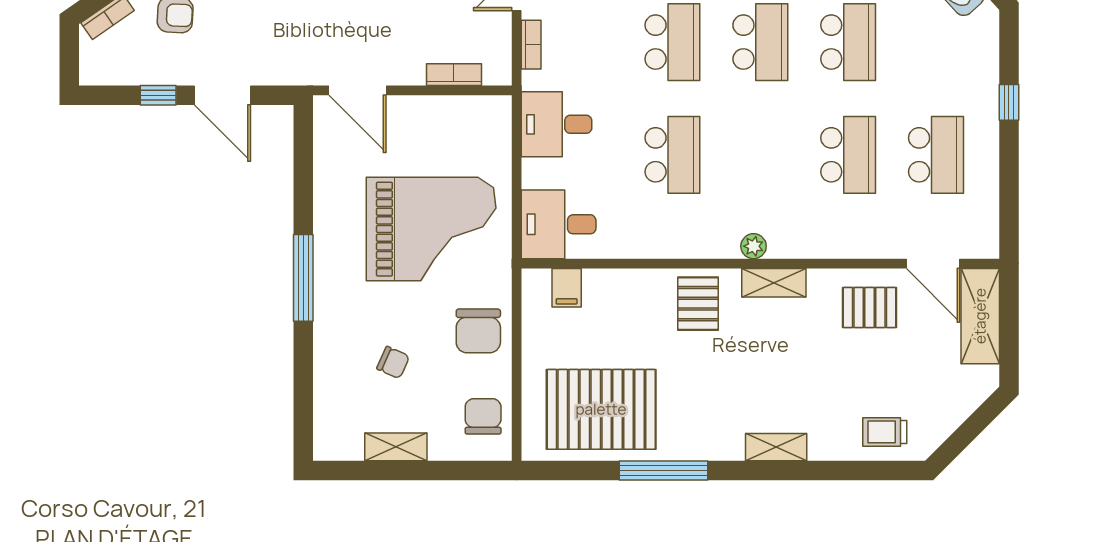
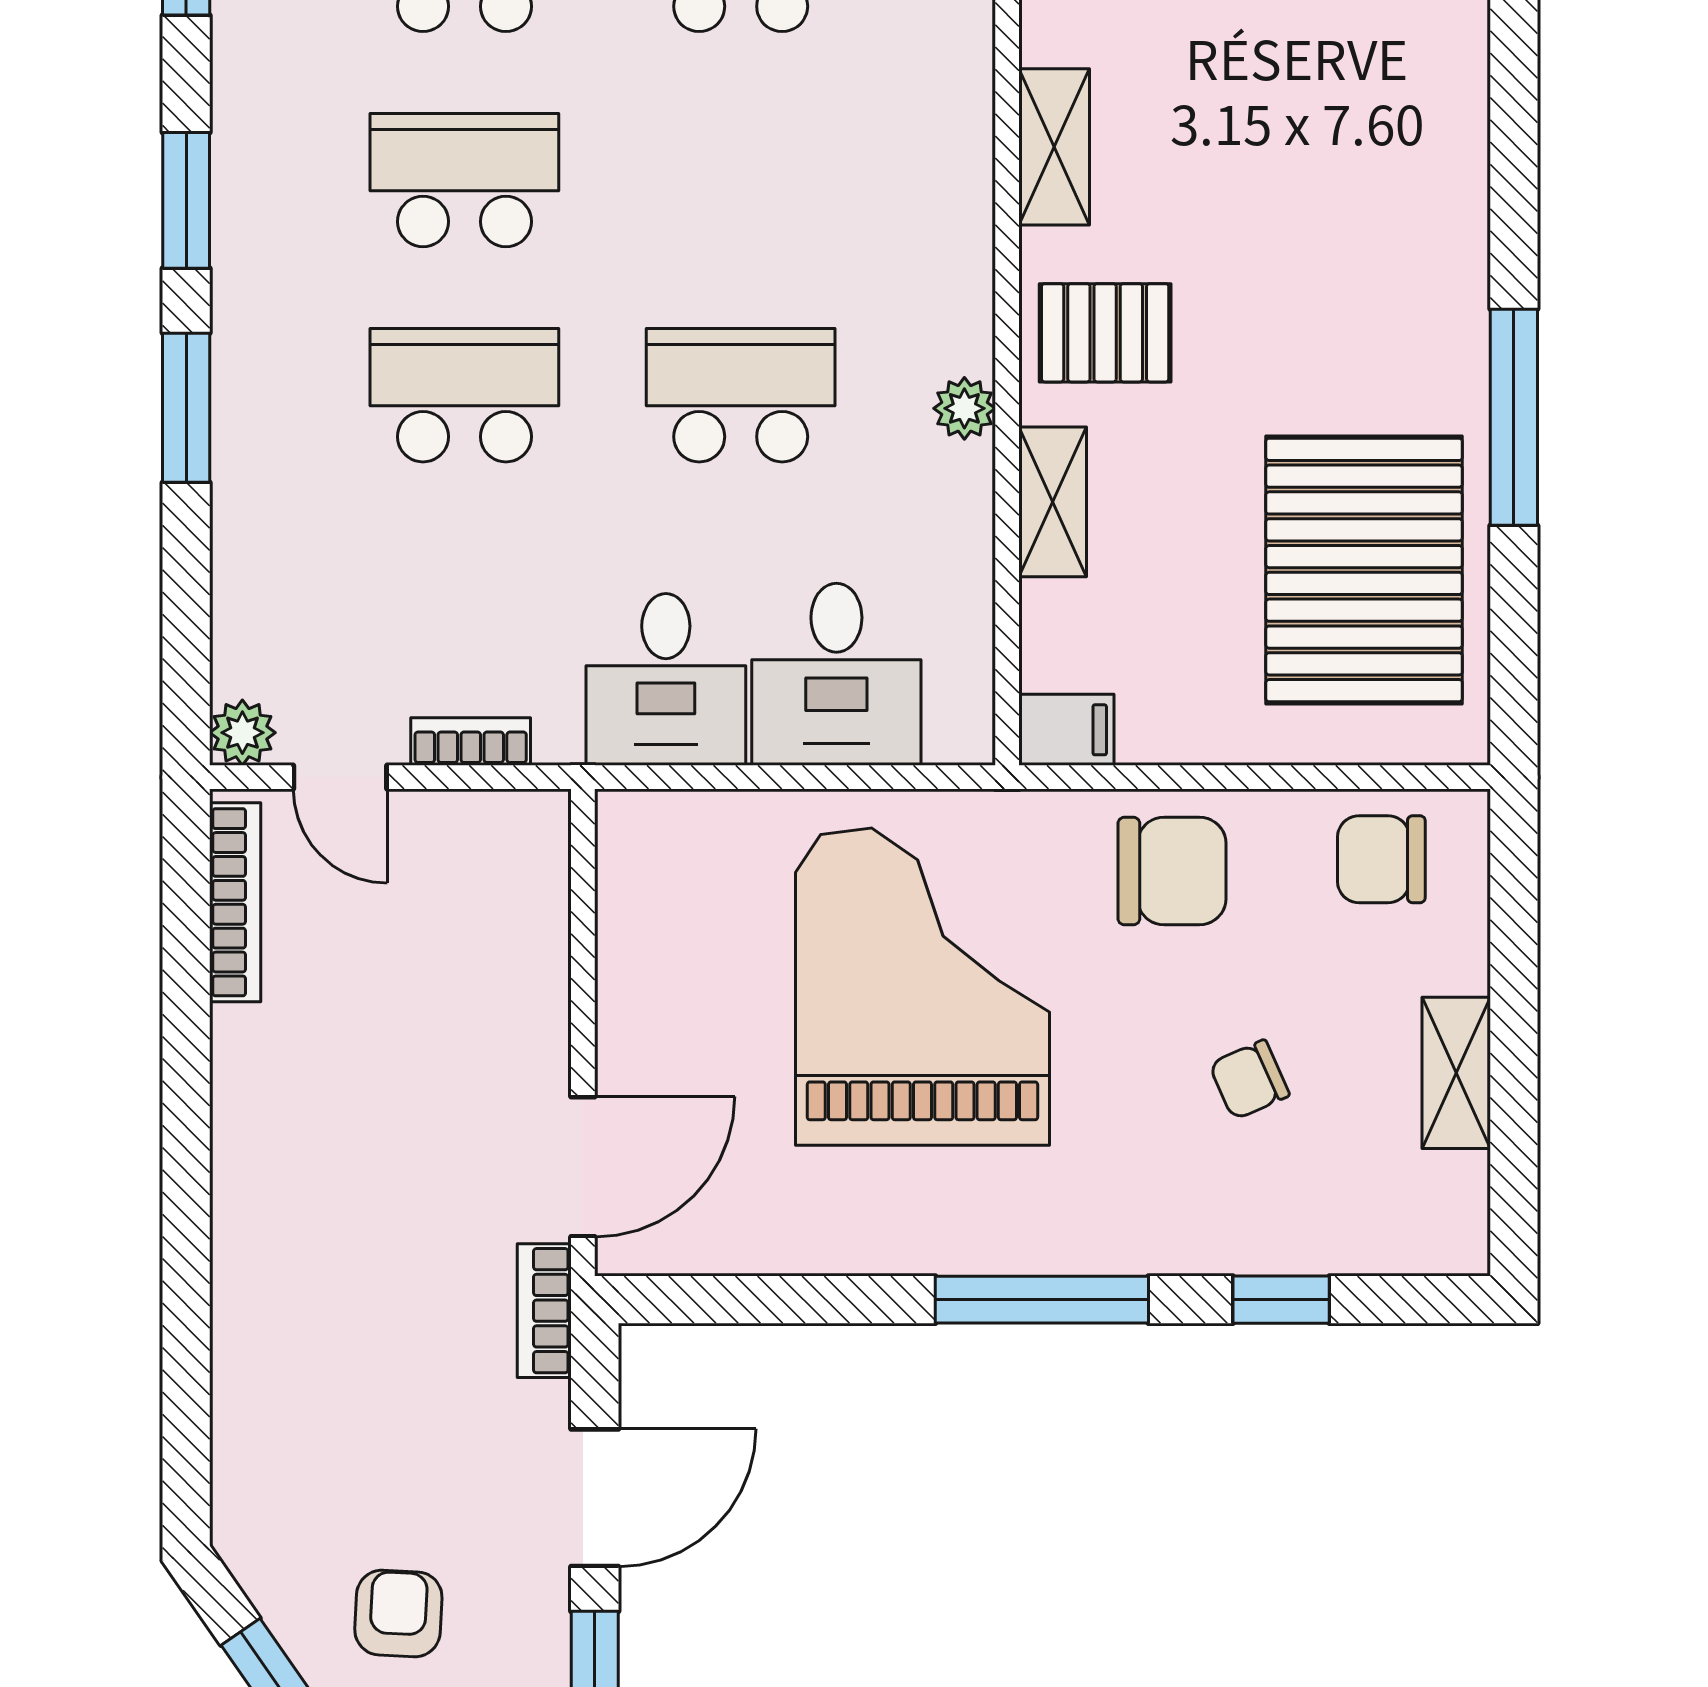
bookcase: (454, 75) -> (544, 1311), moved
desk: (559, 224) -> (836, 674), moved
plant: (754, 246) -> (964, 408), moved
filing cabinet: (567, 288) -> (1066, 730), moved
chair: (393, 362) -> (1249, 1080), turned -138
window: (303, 375) -> (1281, 1300), added
shelving: (776, 447) -> (1053, 502), moved

